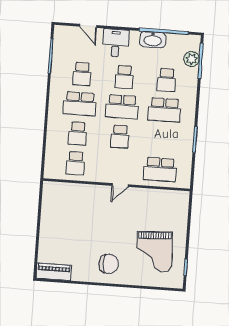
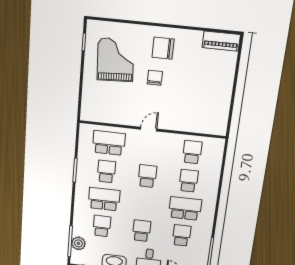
school desk: (122, 107) -> (106, 171), moved, width x0.54
chair: (116, 236) -> (155, 78), added

